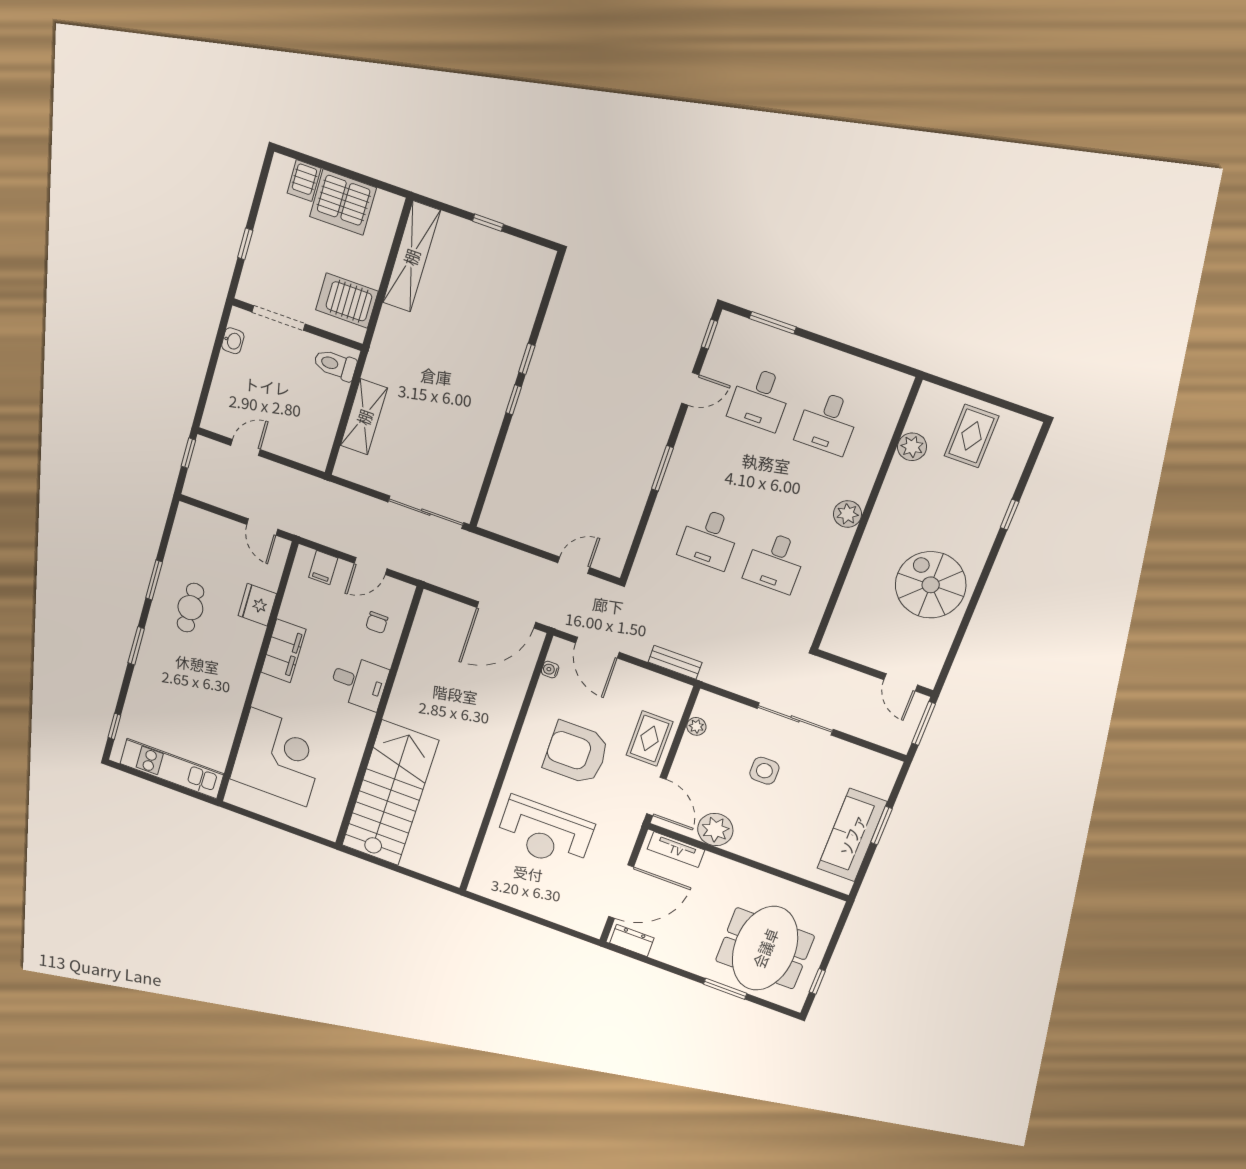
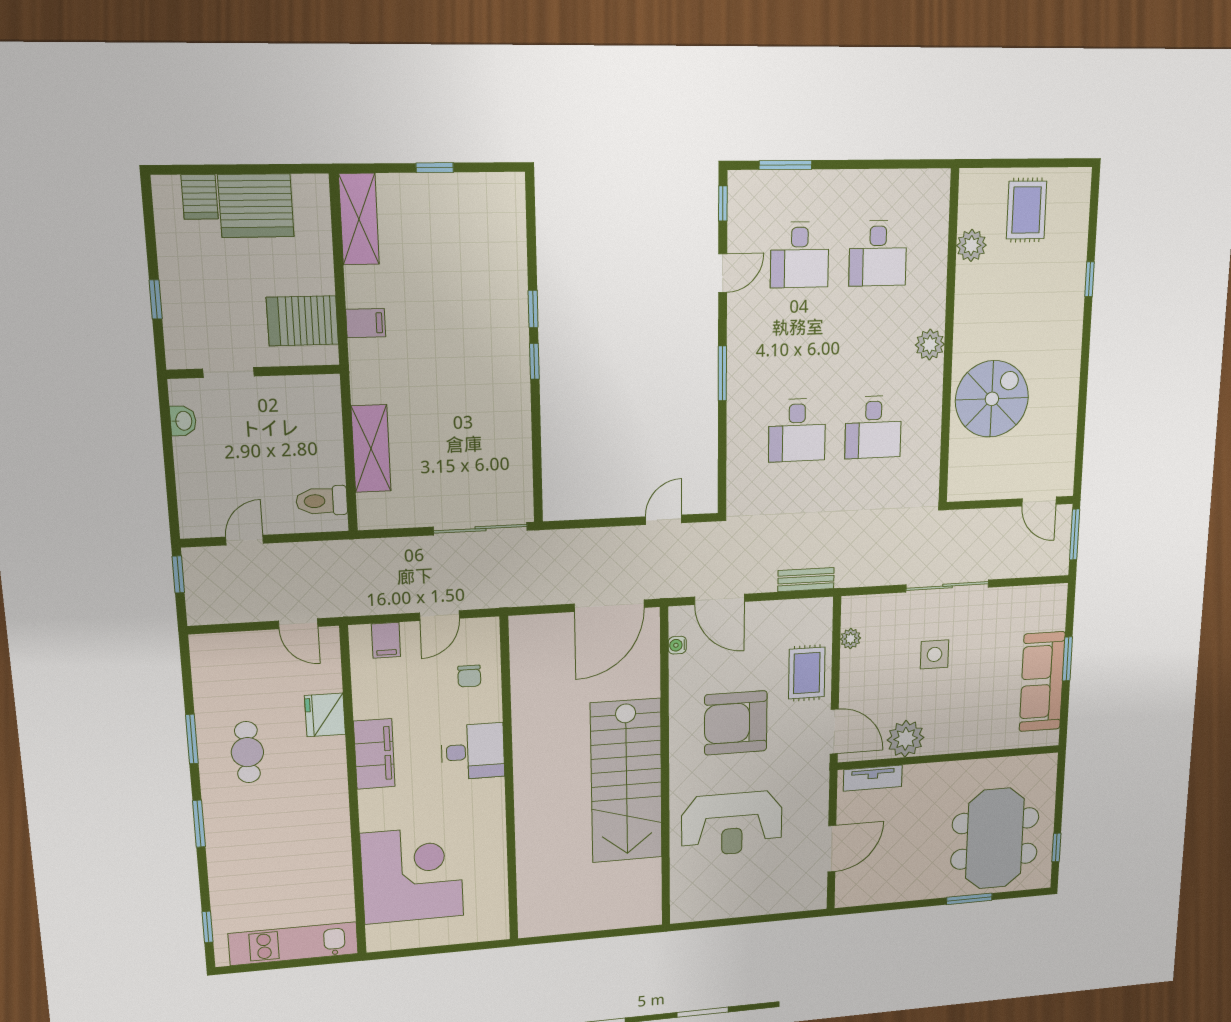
shelving: (411, 257) -> (359, 219), width x0.68
doorway: (279, 318) -> (229, 372), width x0.73
filing cabinet: (394, 320) -> (366, 323), added
toilet: (335, 365) -> (322, 501), moved
spiral stairs: (931, 585) -> (992, 399), moved, turned 90
stairs: (390, 793) -> (626, 781), moved, turned 180
door: (621, 892) -> (832, 849), width x0.73
dresser: (632, 940) -> (860, 894), removed

